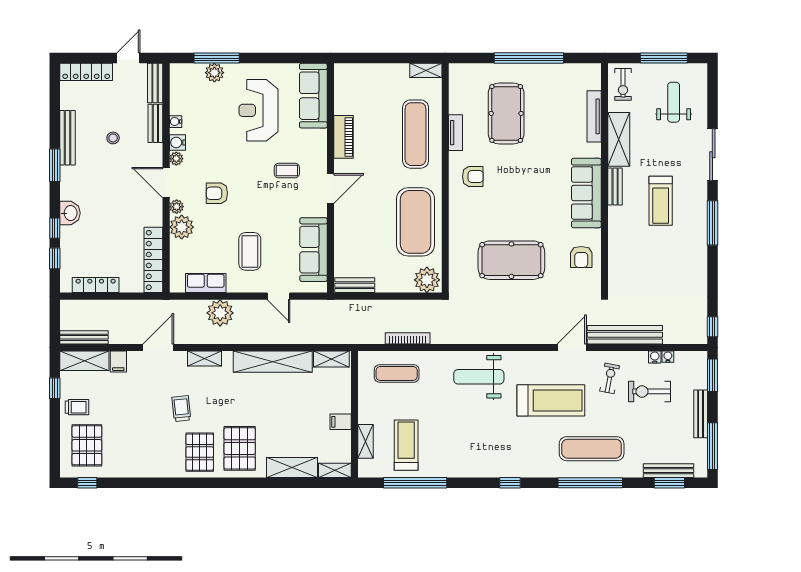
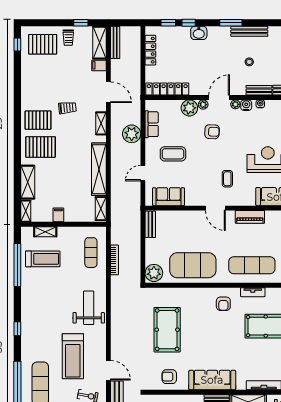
armchair: (217, 193) -> (212, 132), turned 92
sofa: (314, 250) -> (169, 197), width x0.73

